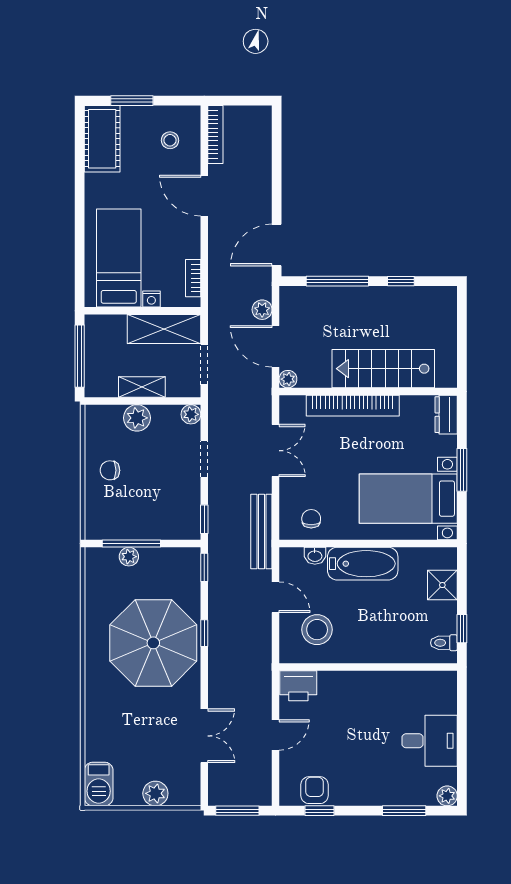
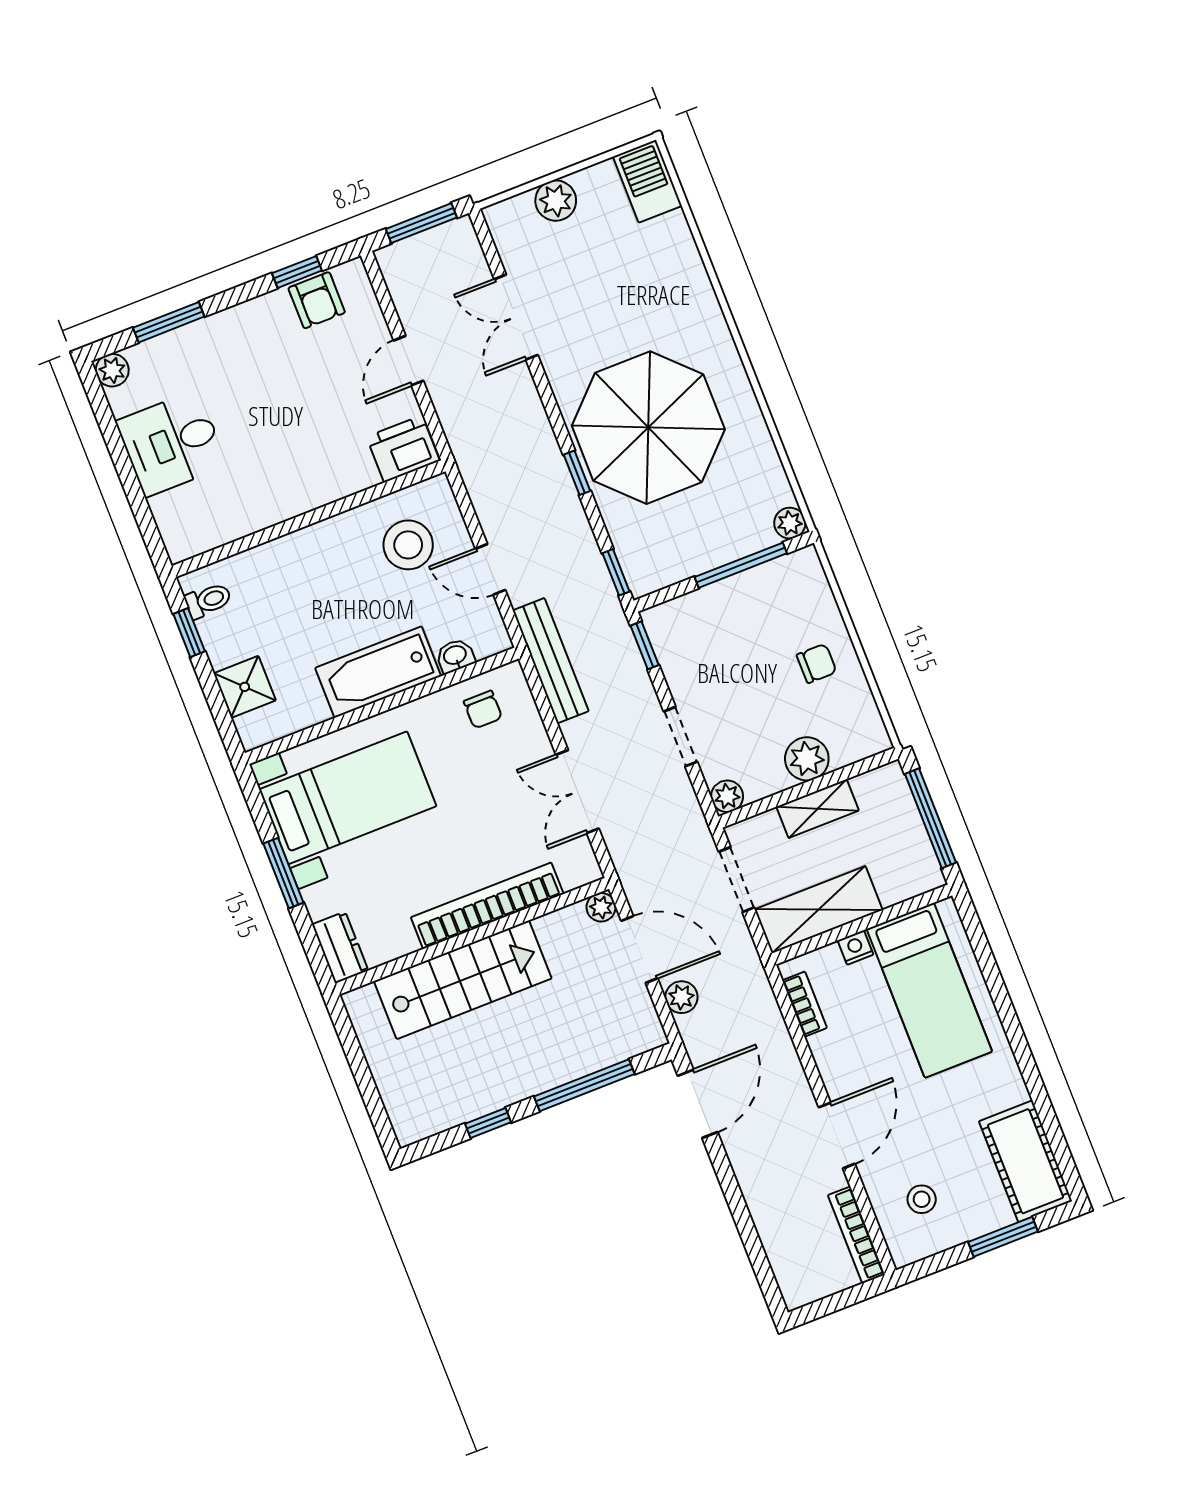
door: (204, 196) -> (837, 1135), hinge flipped
plant: (129, 557) -> (790, 523), moved

